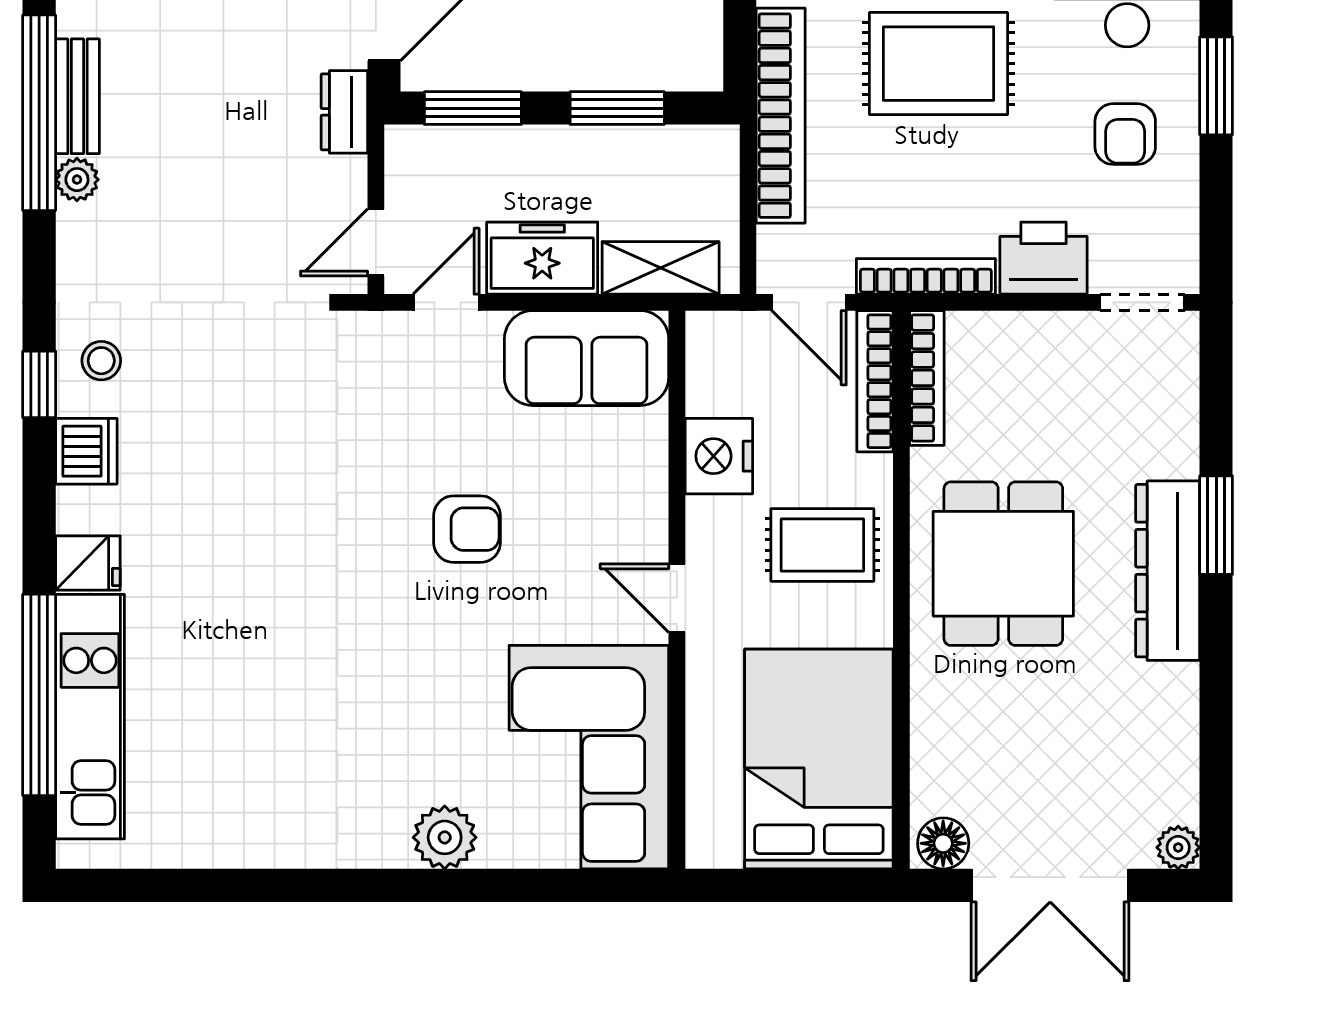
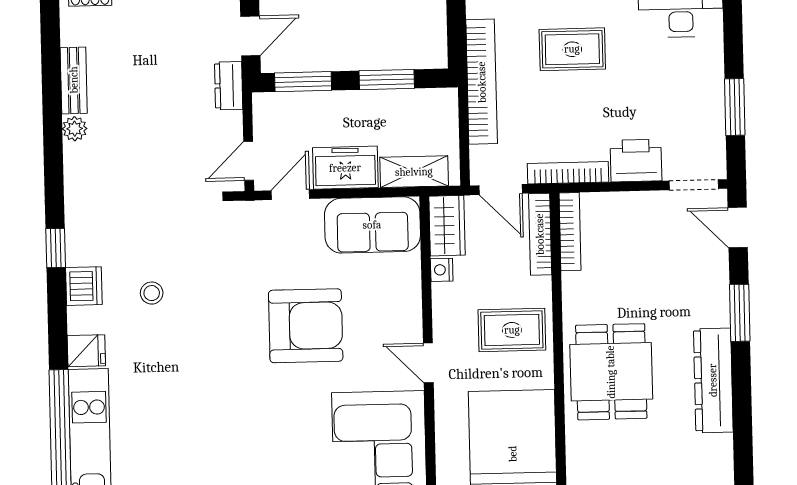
rug: (938, 64) -> (572, 49), width x0.73, depth x0.70
window: (1216, 86) -> (735, 107), moved
window: (39, 113) -> (52, 90), removed
armchair: (1125, 134) -> (682, 87), removed
stool: (101, 361) -> (152, 293), moved
wardrobe: (715, 362) -> (447, 226), added
door: (1216, 378) -> (738, 228), added
nightstand: (719, 456) -> (442, 270), width x0.53, depth x0.56
armchair: (467, 529) -> (306, 326), width x1.88, depth x1.88
dining table: (1003, 564) -> (611, 372), moved
dresser: (1168, 571) -> (713, 380), moved

